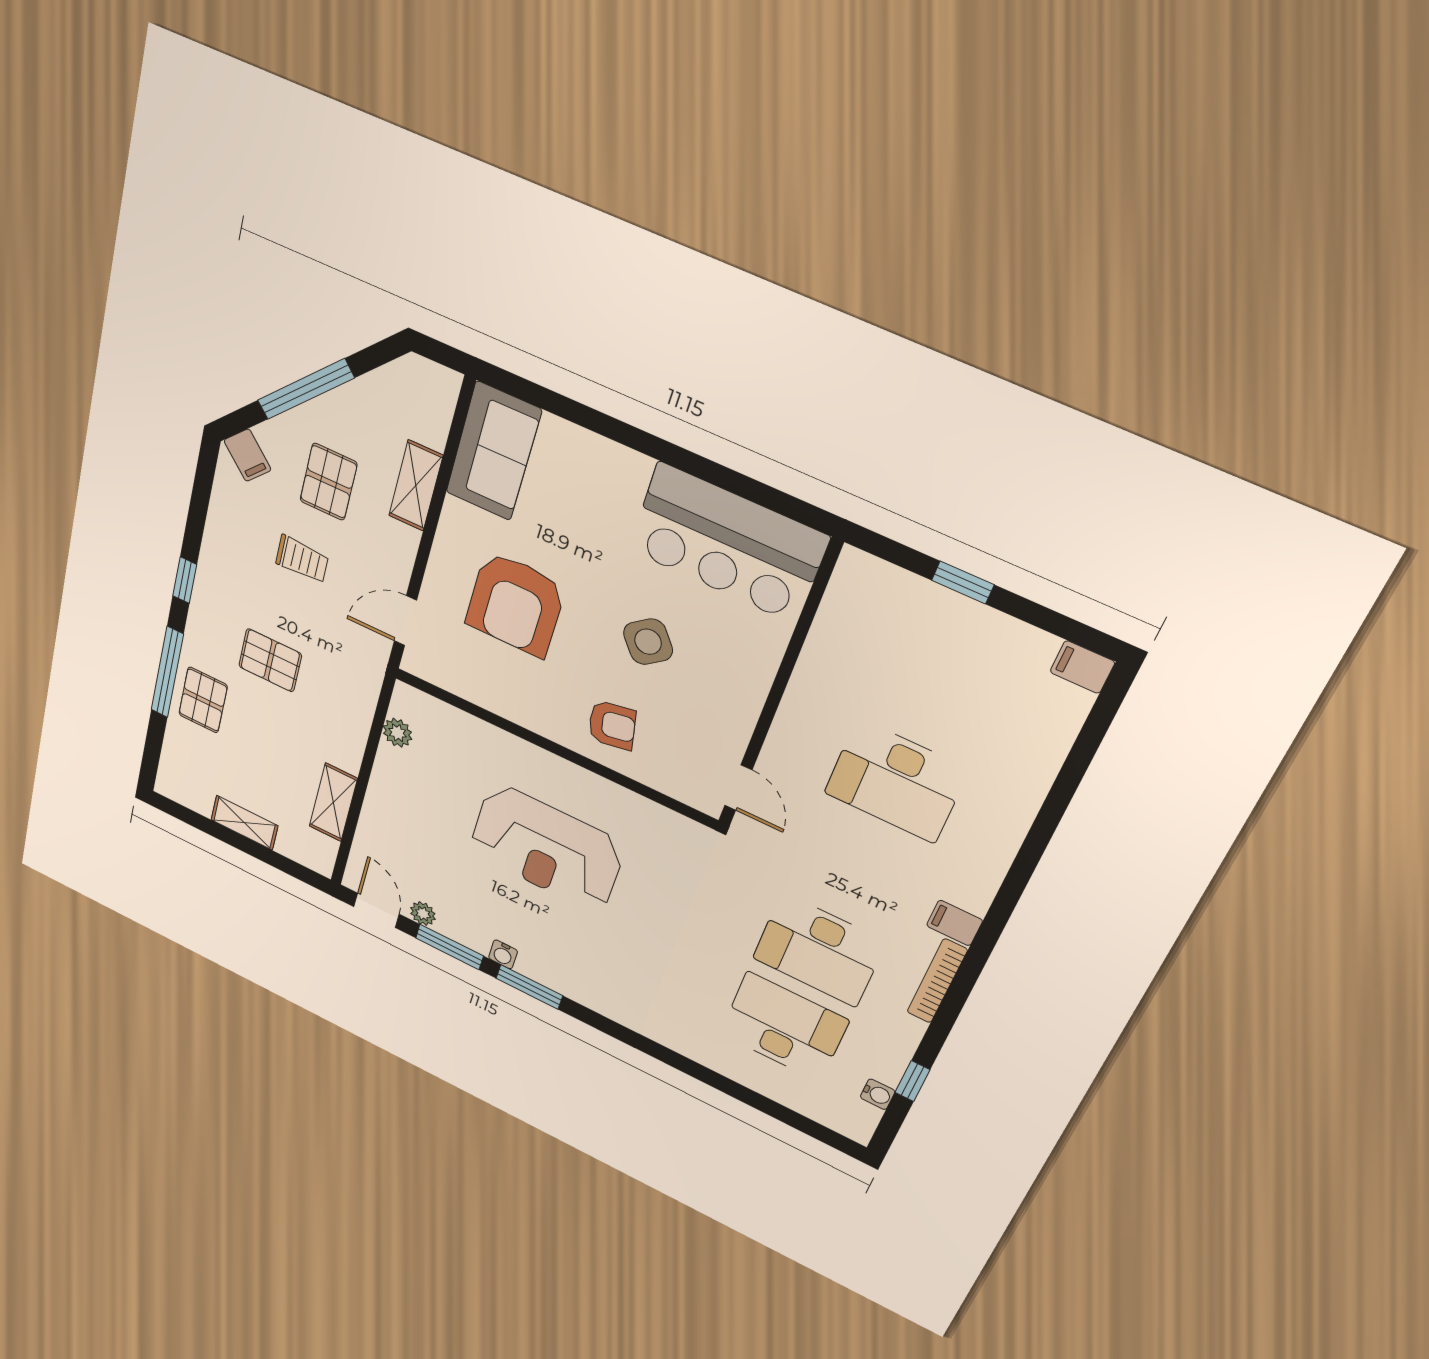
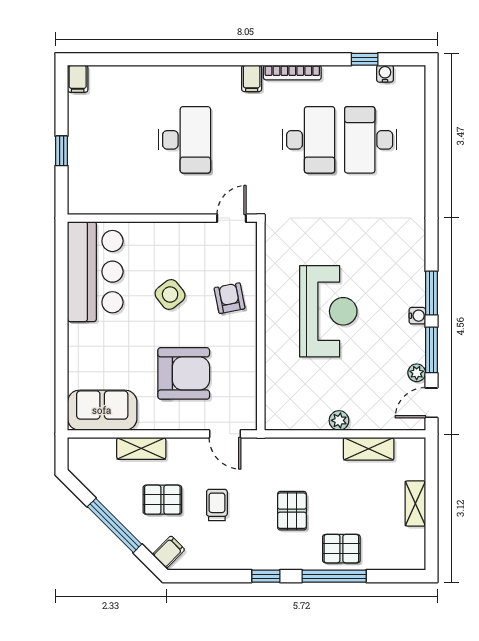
plant: (397, 733) -> (339, 420), moved

